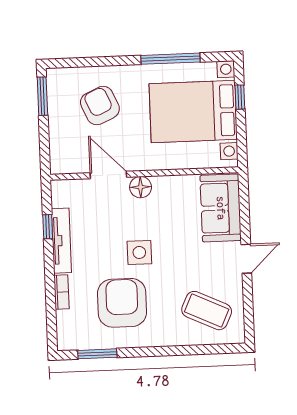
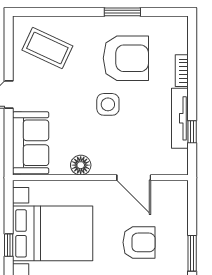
armchair: (100, 106) -> (139, 242), turned -66
floor lamp: (141, 187) -> (81, 165), moved
armchair: (122, 303) -> (126, 58), turned -90
window: (97, 354) -> (122, 12), moved

